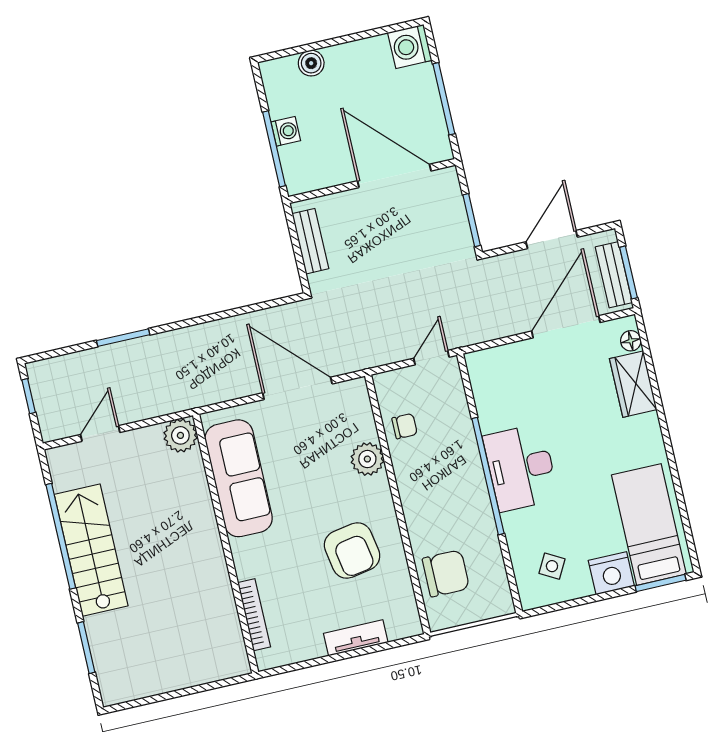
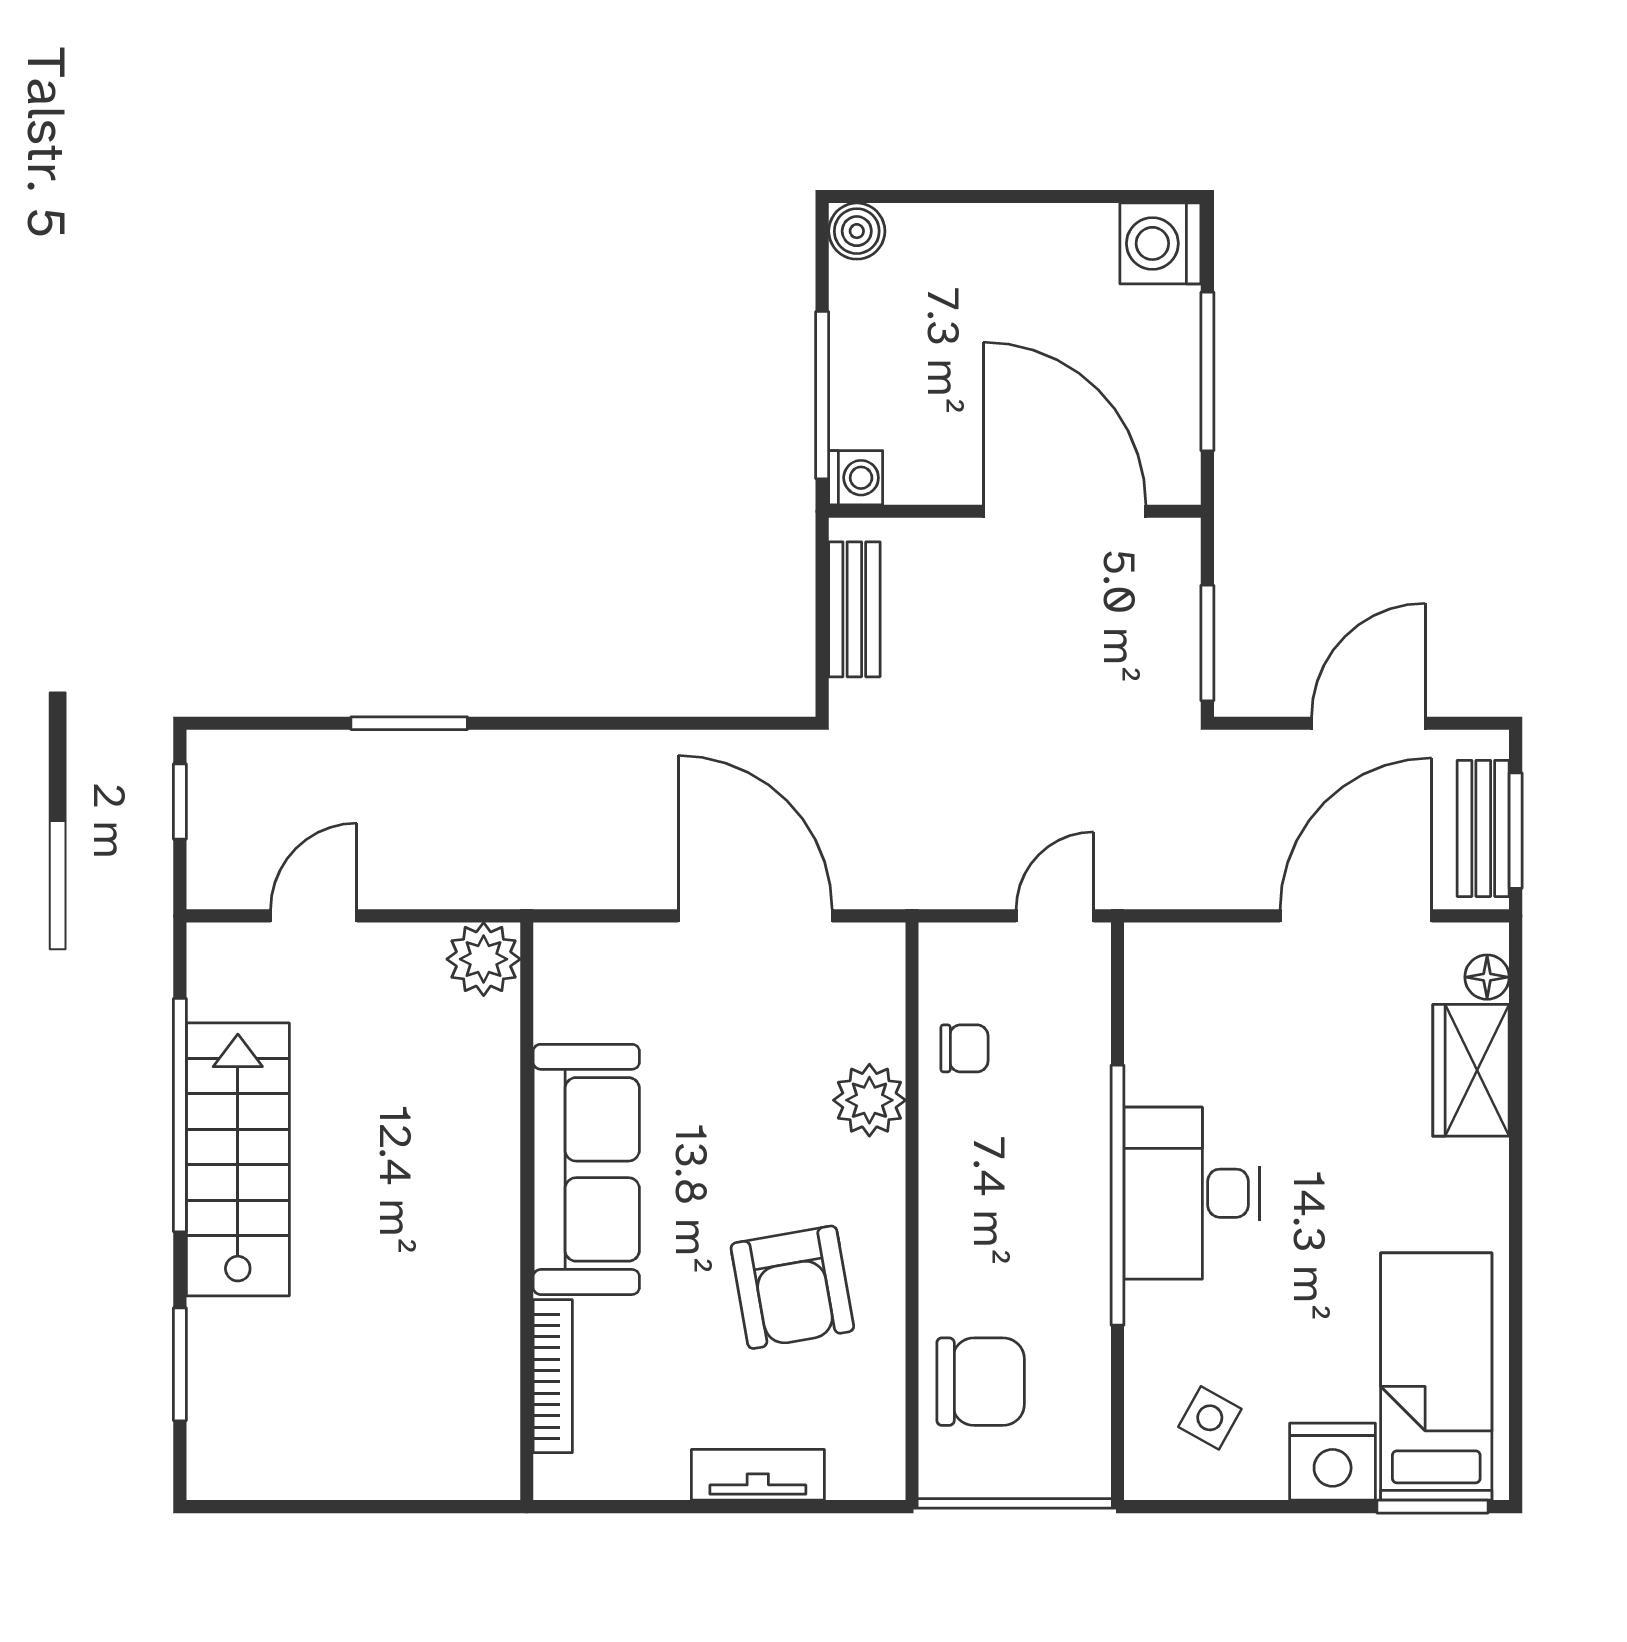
boiler: (311, 63) -> (857, 231), moved
washing machine: (286, 131) -> (856, 478), moved
sofa: (239, 478) -> (586, 1169), moved

